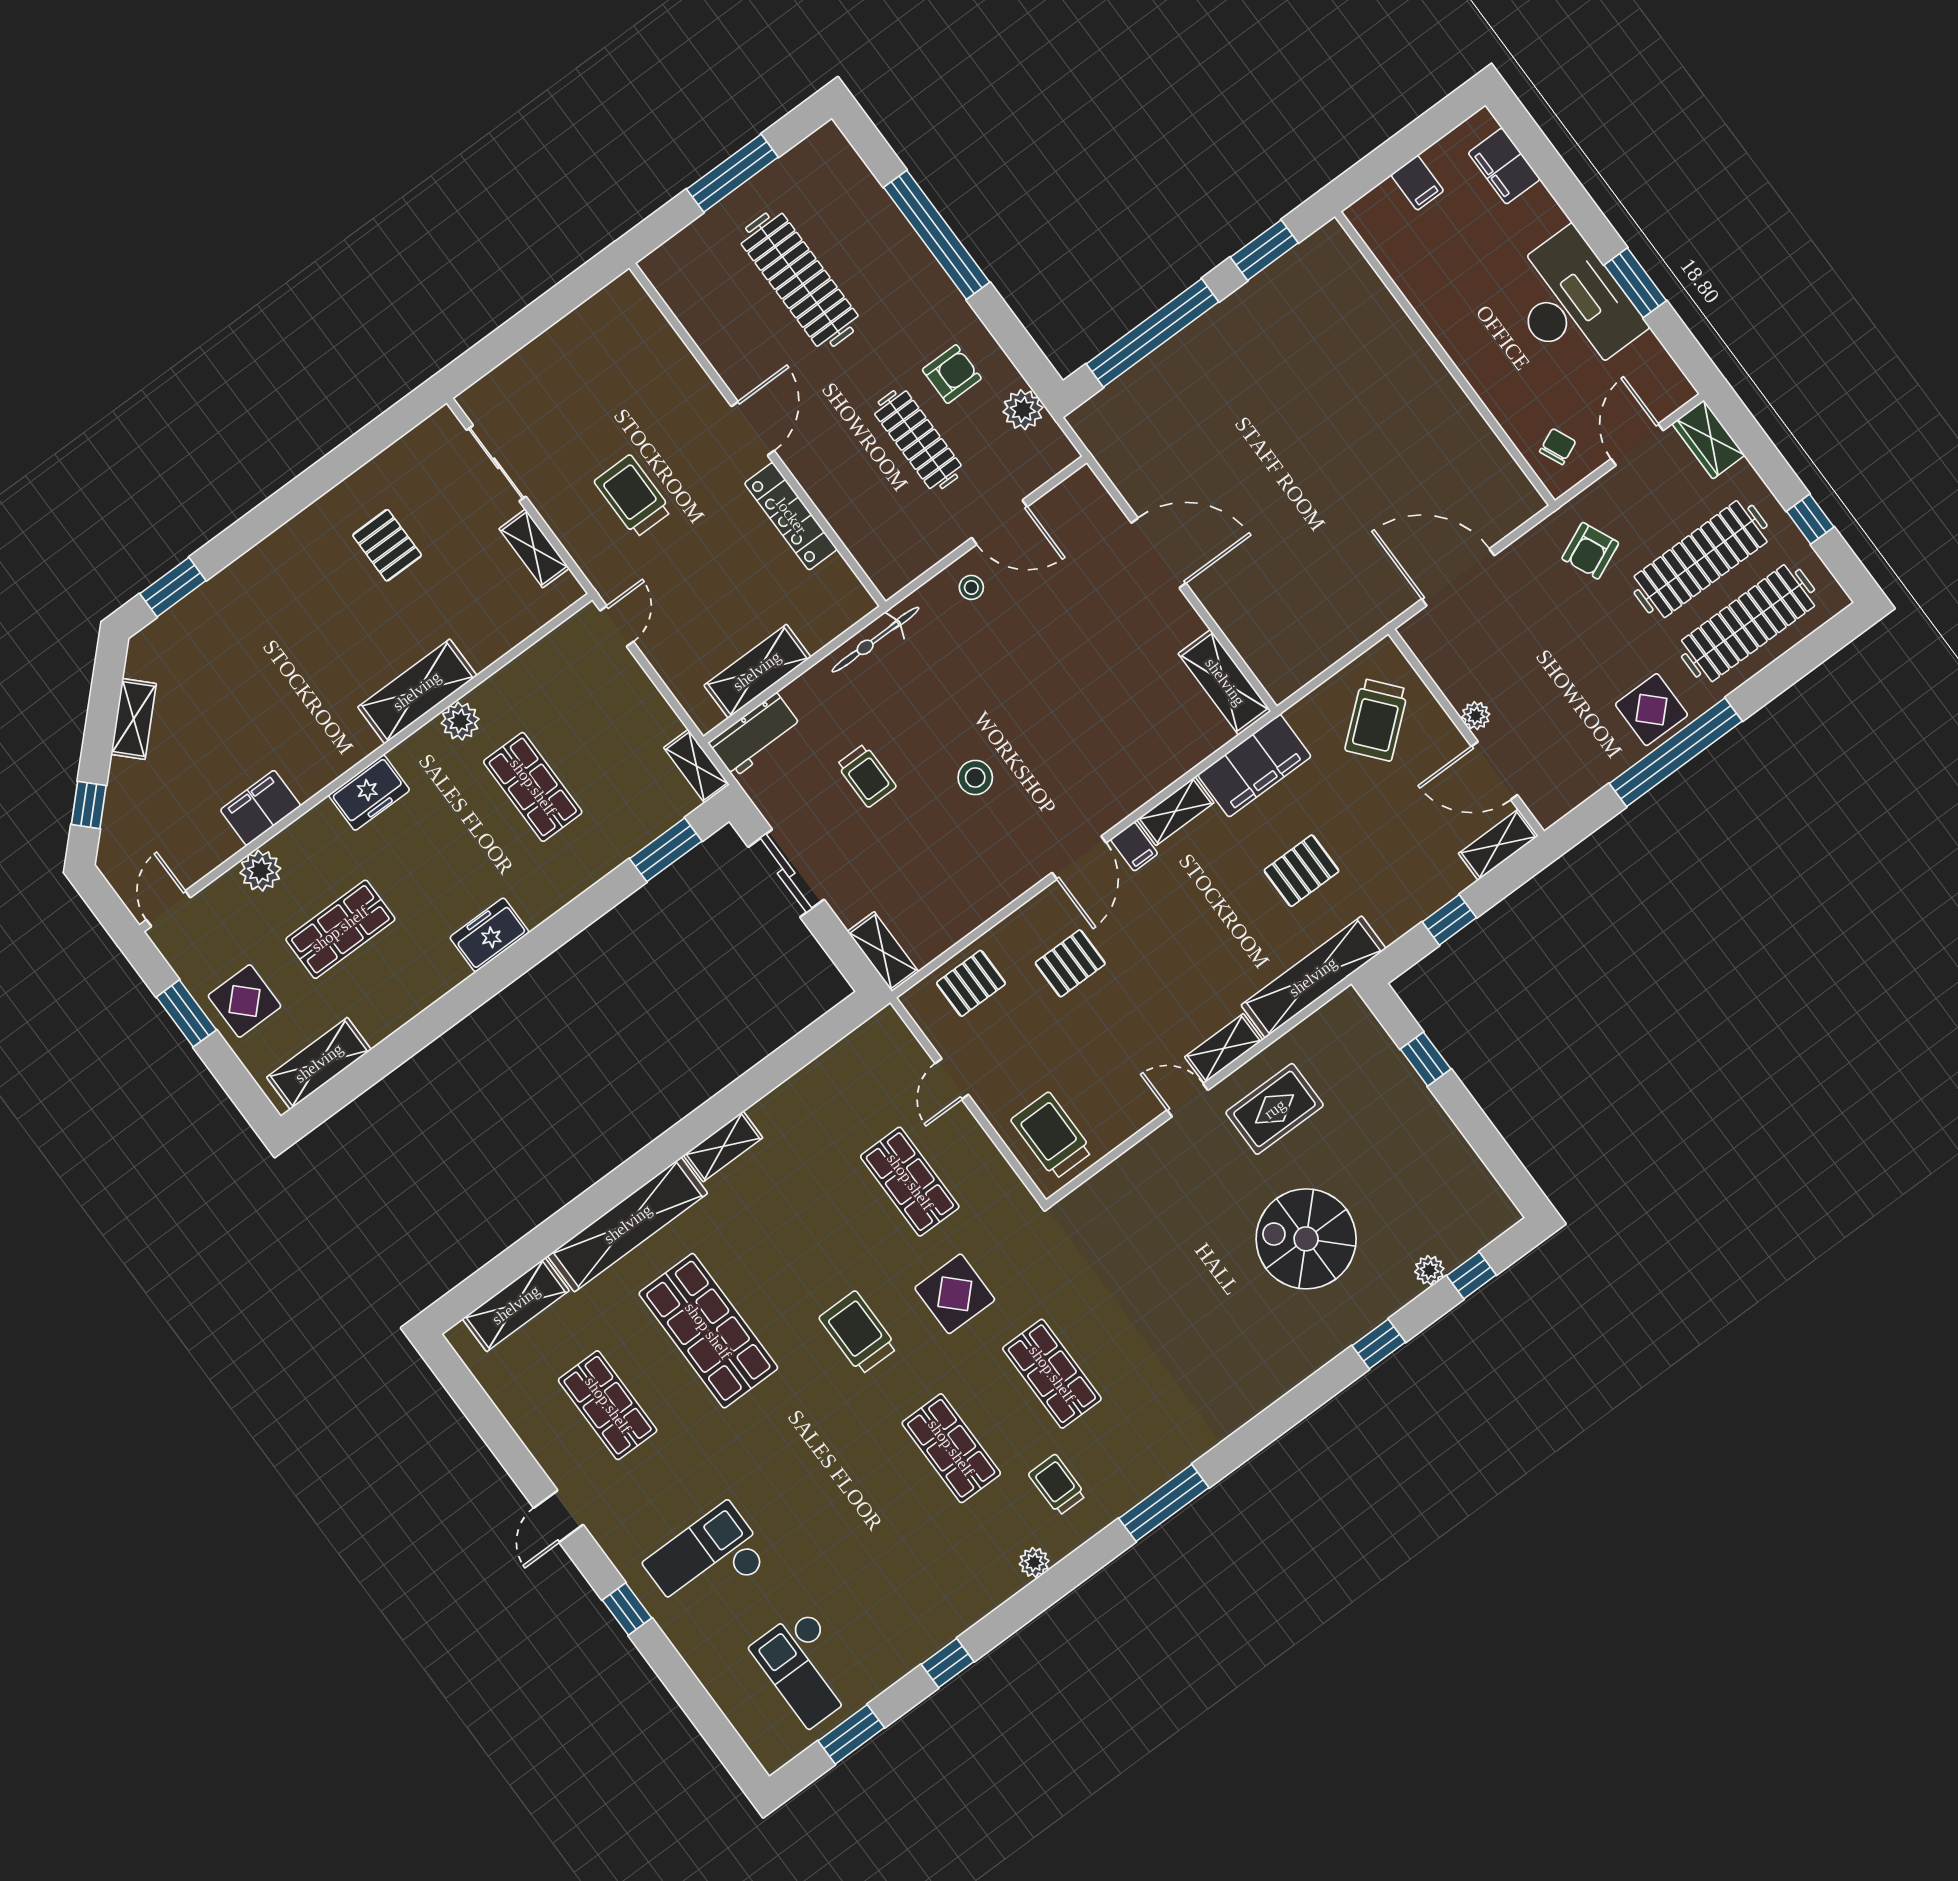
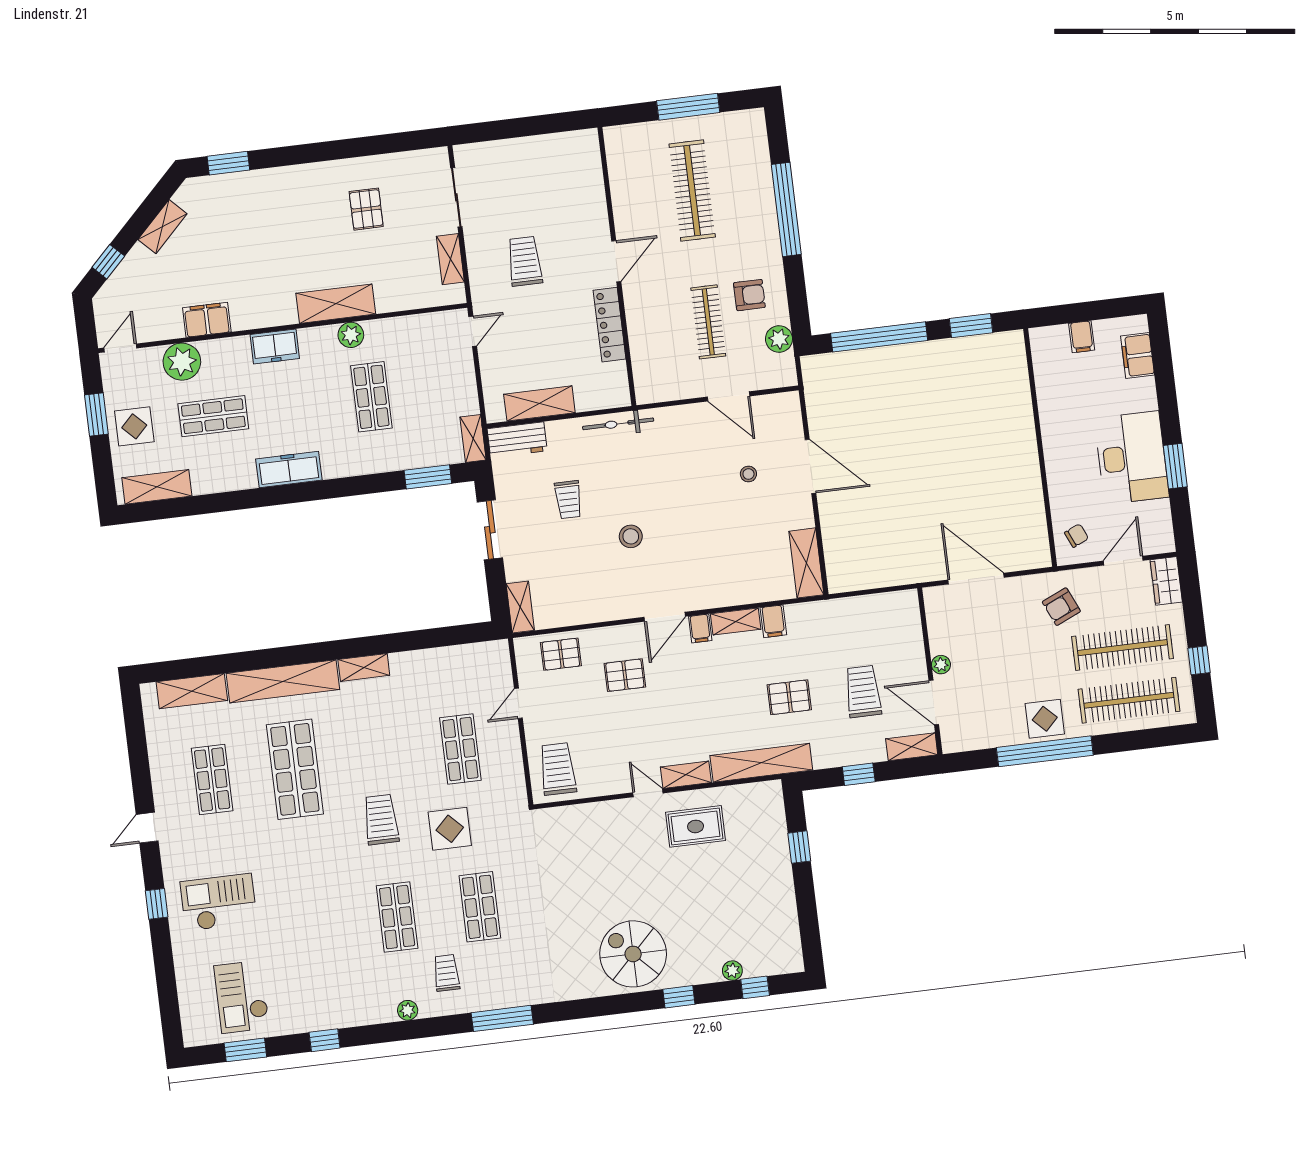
stool: (971, 587) -> (748, 474), moved
trolley: (1377, 720) -> (863, 692), moved, turned 130
filing cabinet: (1254, 766) -> (773, 621), width x0.33, depth x0.86
plant: (260, 871) -> (182, 362), width x1.36, depth x1.36
freezer: (490, 935) -> (289, 469), width x1.40
spiral stairs: (1306, 1239) -> (633, 954), moved

